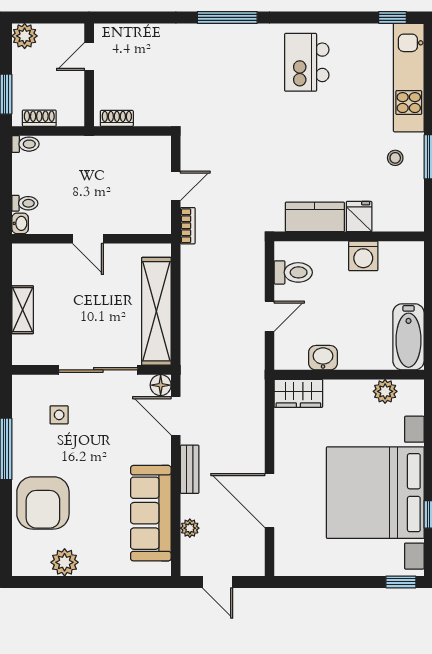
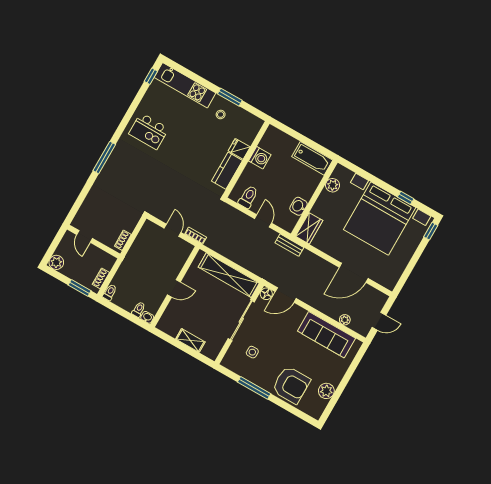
bench: (190, 469) -> (289, 245), moved

